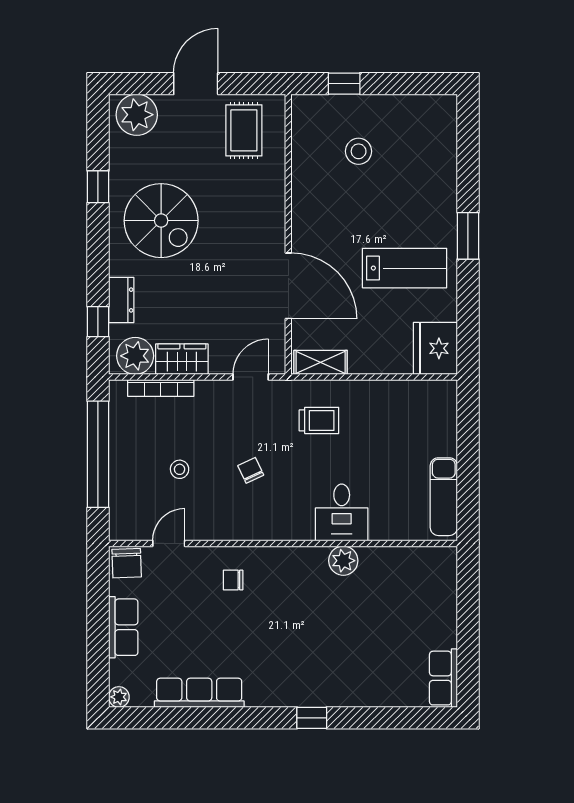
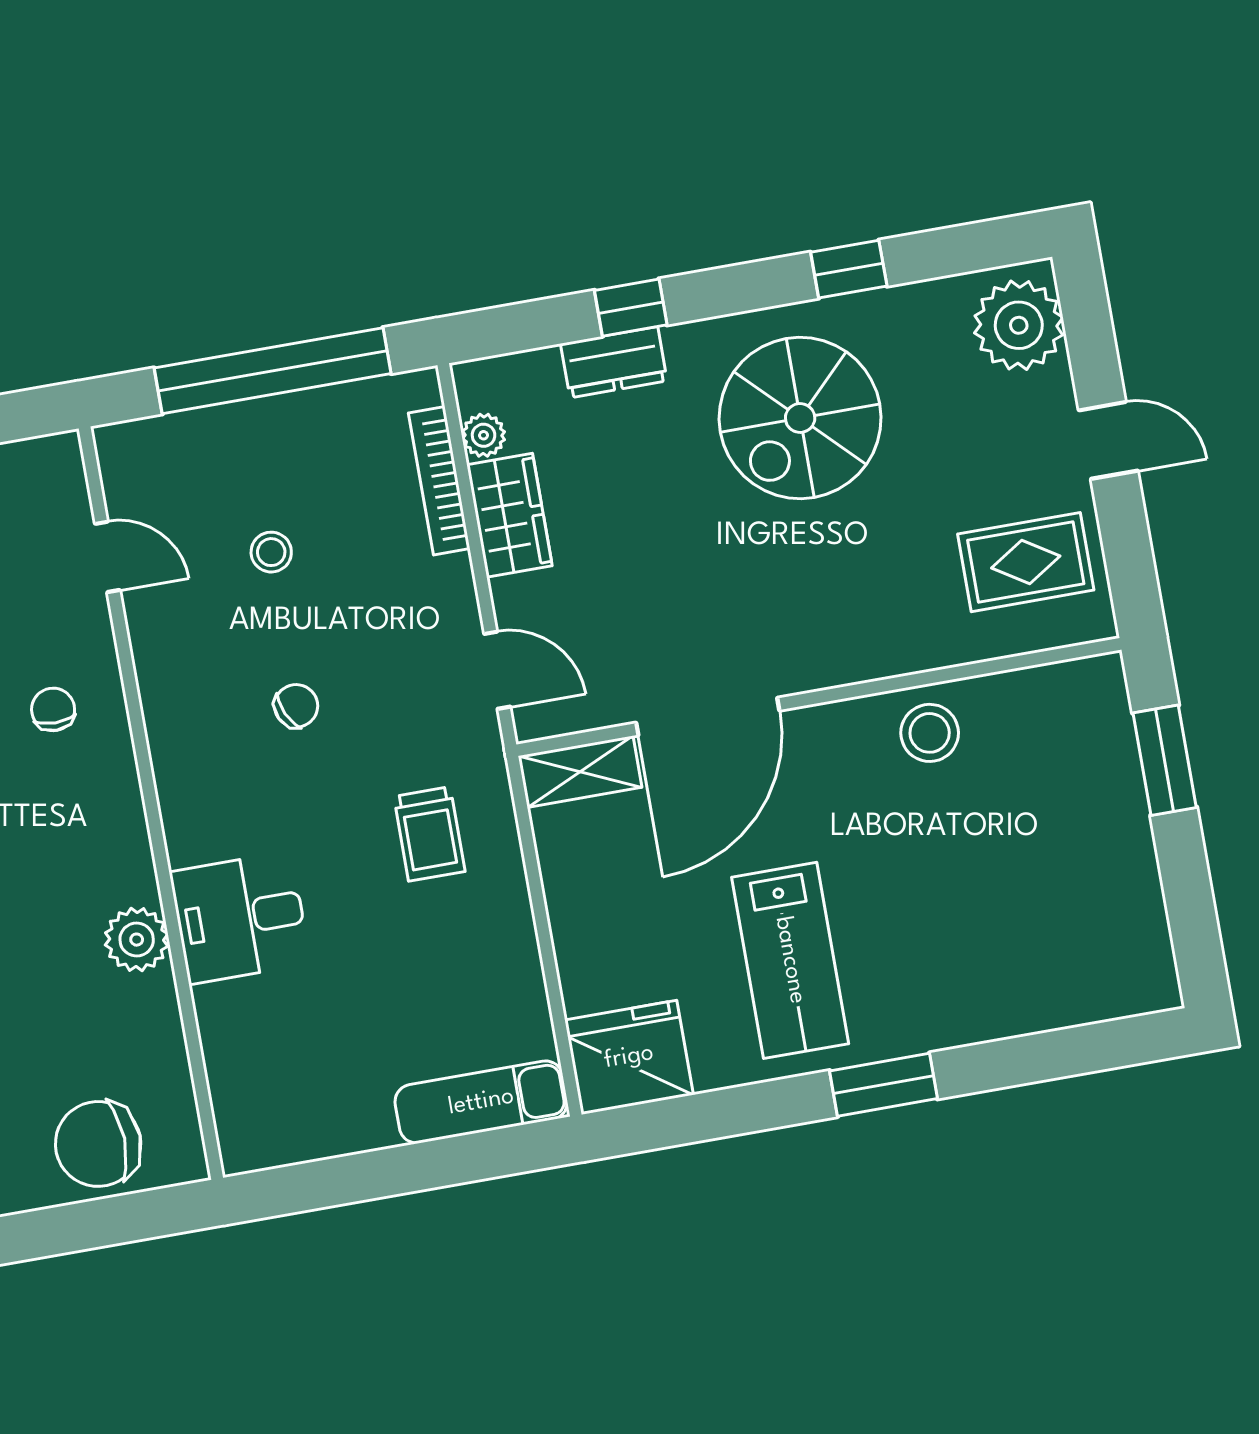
door: (196, 84) -> (1108, 440), width x0.73
window: (344, 84) -> (1165, 760), width x1.50
stool: (359, 151) -> (930, 733), moved
window: (98, 322) -> (631, 308), moved
plant: (135, 356) -> (484, 435), width x0.53, depth x0.53
shelving: (321, 362) -> (580, 772), moved, turned 90
exam couch: (444, 497) -> (481, 1102), moved
chair: (127, 563) -> (98, 1144), moved, width x1.37, depth x1.37

